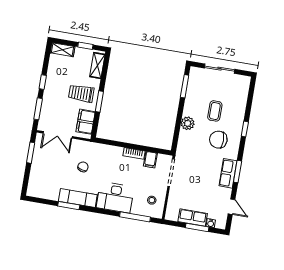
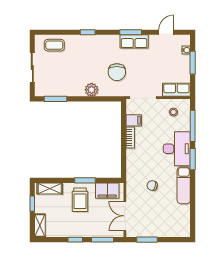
coffee table: (215, 111) -> (54, 45), moved
double door: (58, 135) -> (125, 216), swing flipped
chair: (218, 140) -> (117, 72), moved
window: (69, 206) -> (193, 159), moved
row of seats: (193, 217) -> (176, 90), moved, turned 90

